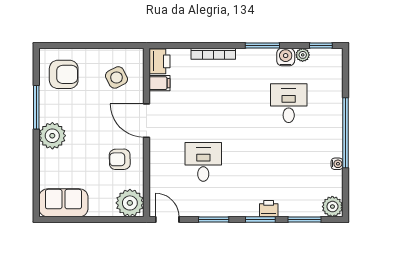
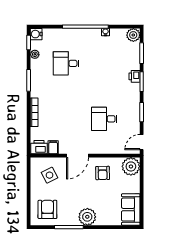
water cooler: (286, 57) -> (36, 34), moved

